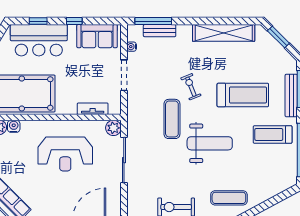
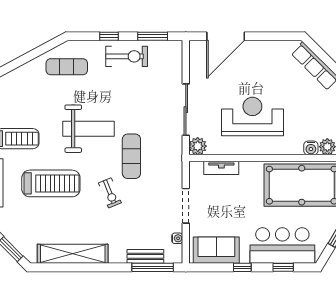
treadmill: (243, 95) -> (51, 183), turned 180
weight bench: (210, 143) -> (89, 129), turned 180

